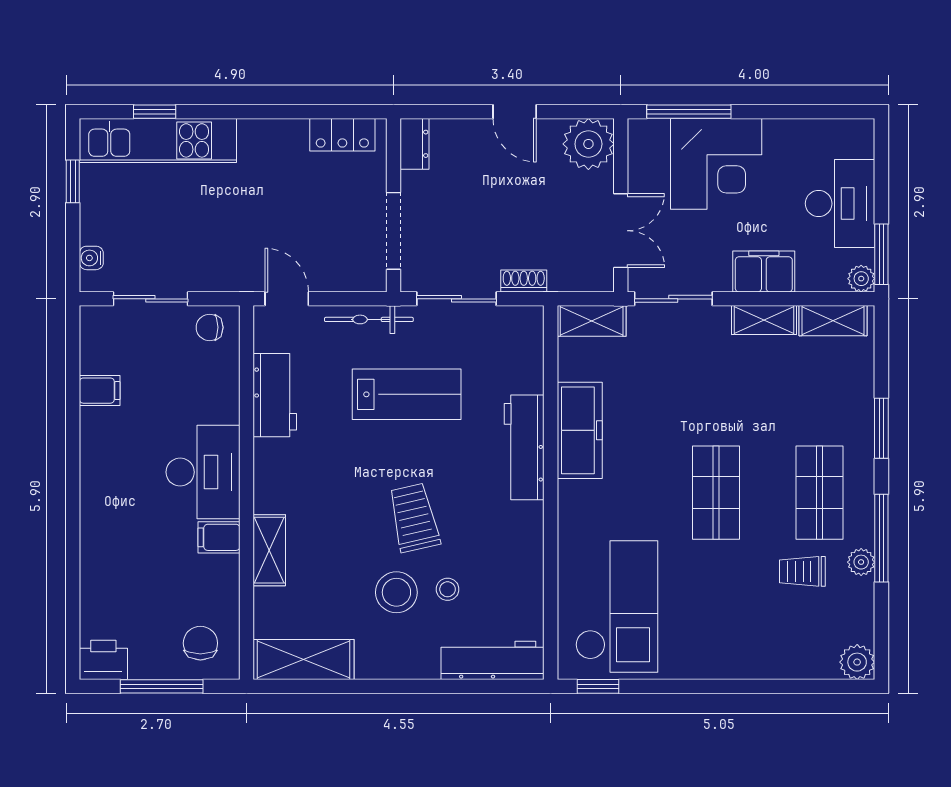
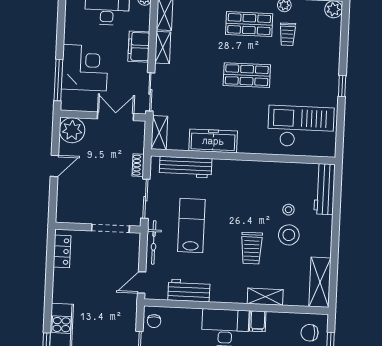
dresser: (415, 144) -> (68, 216), removed
workbench: (524, 447) -> (186, 167), moved
trolley: (414, 518) -> (252, 248), moved, turned -77
window: (598, 686) -> (342, 86), moved

